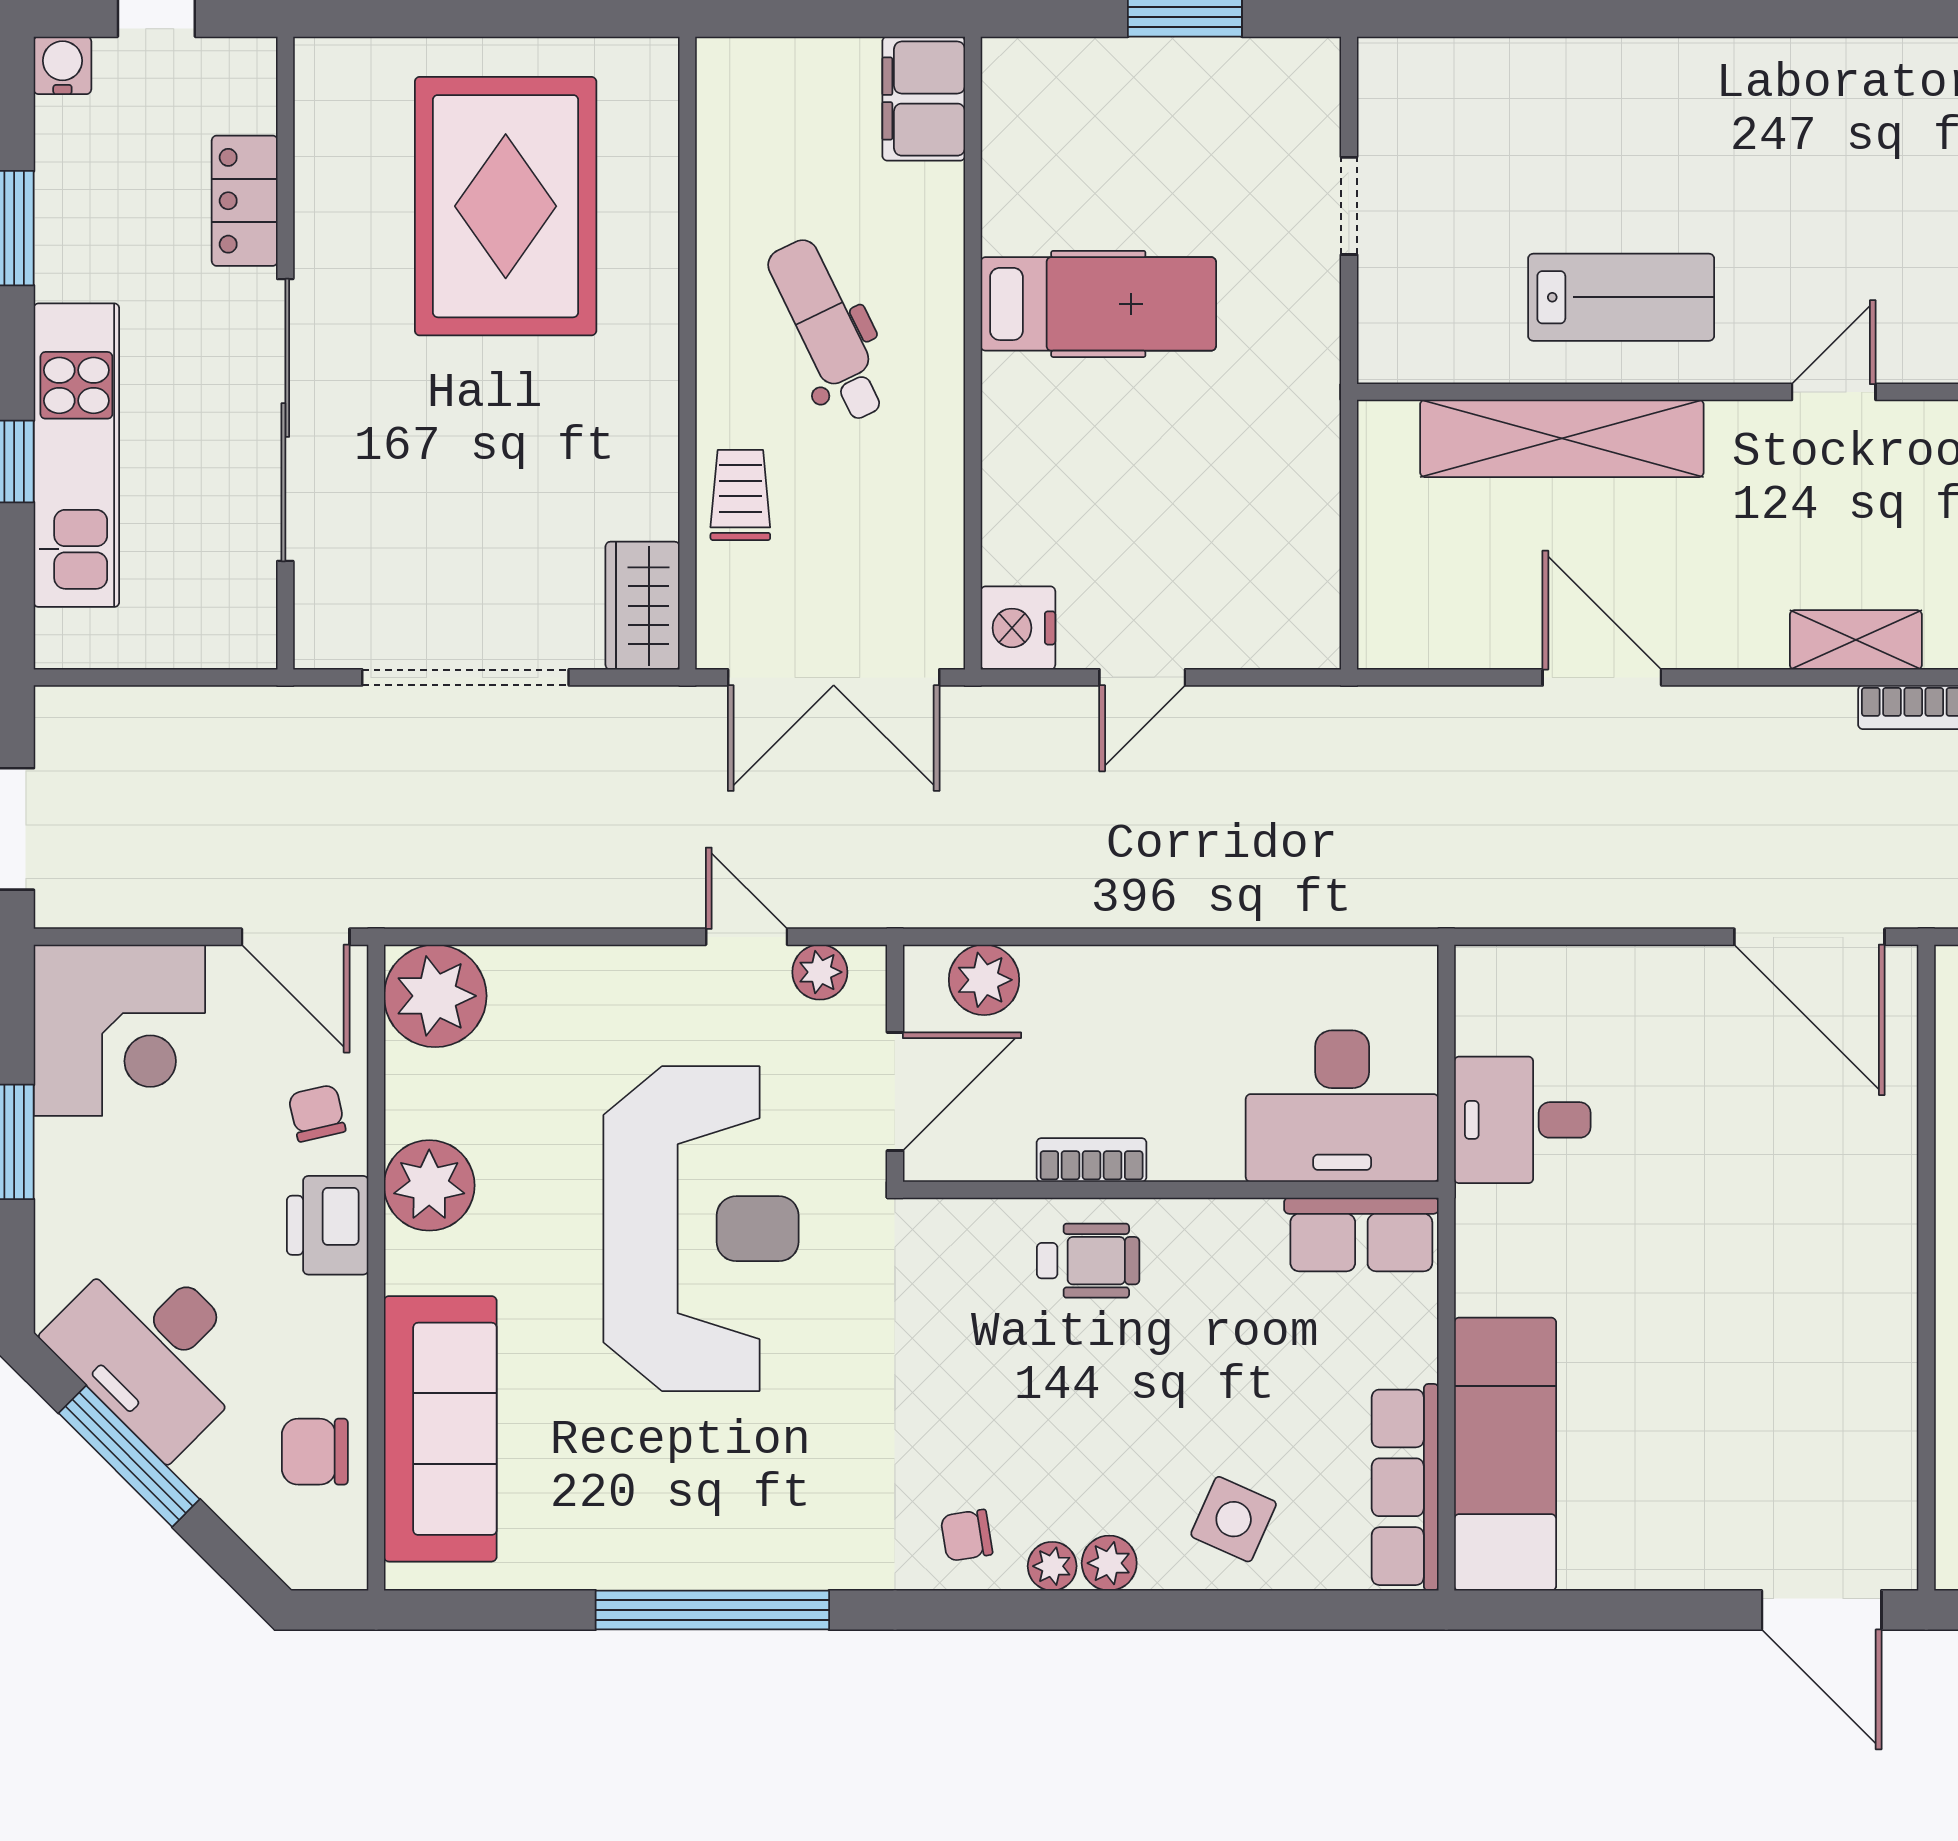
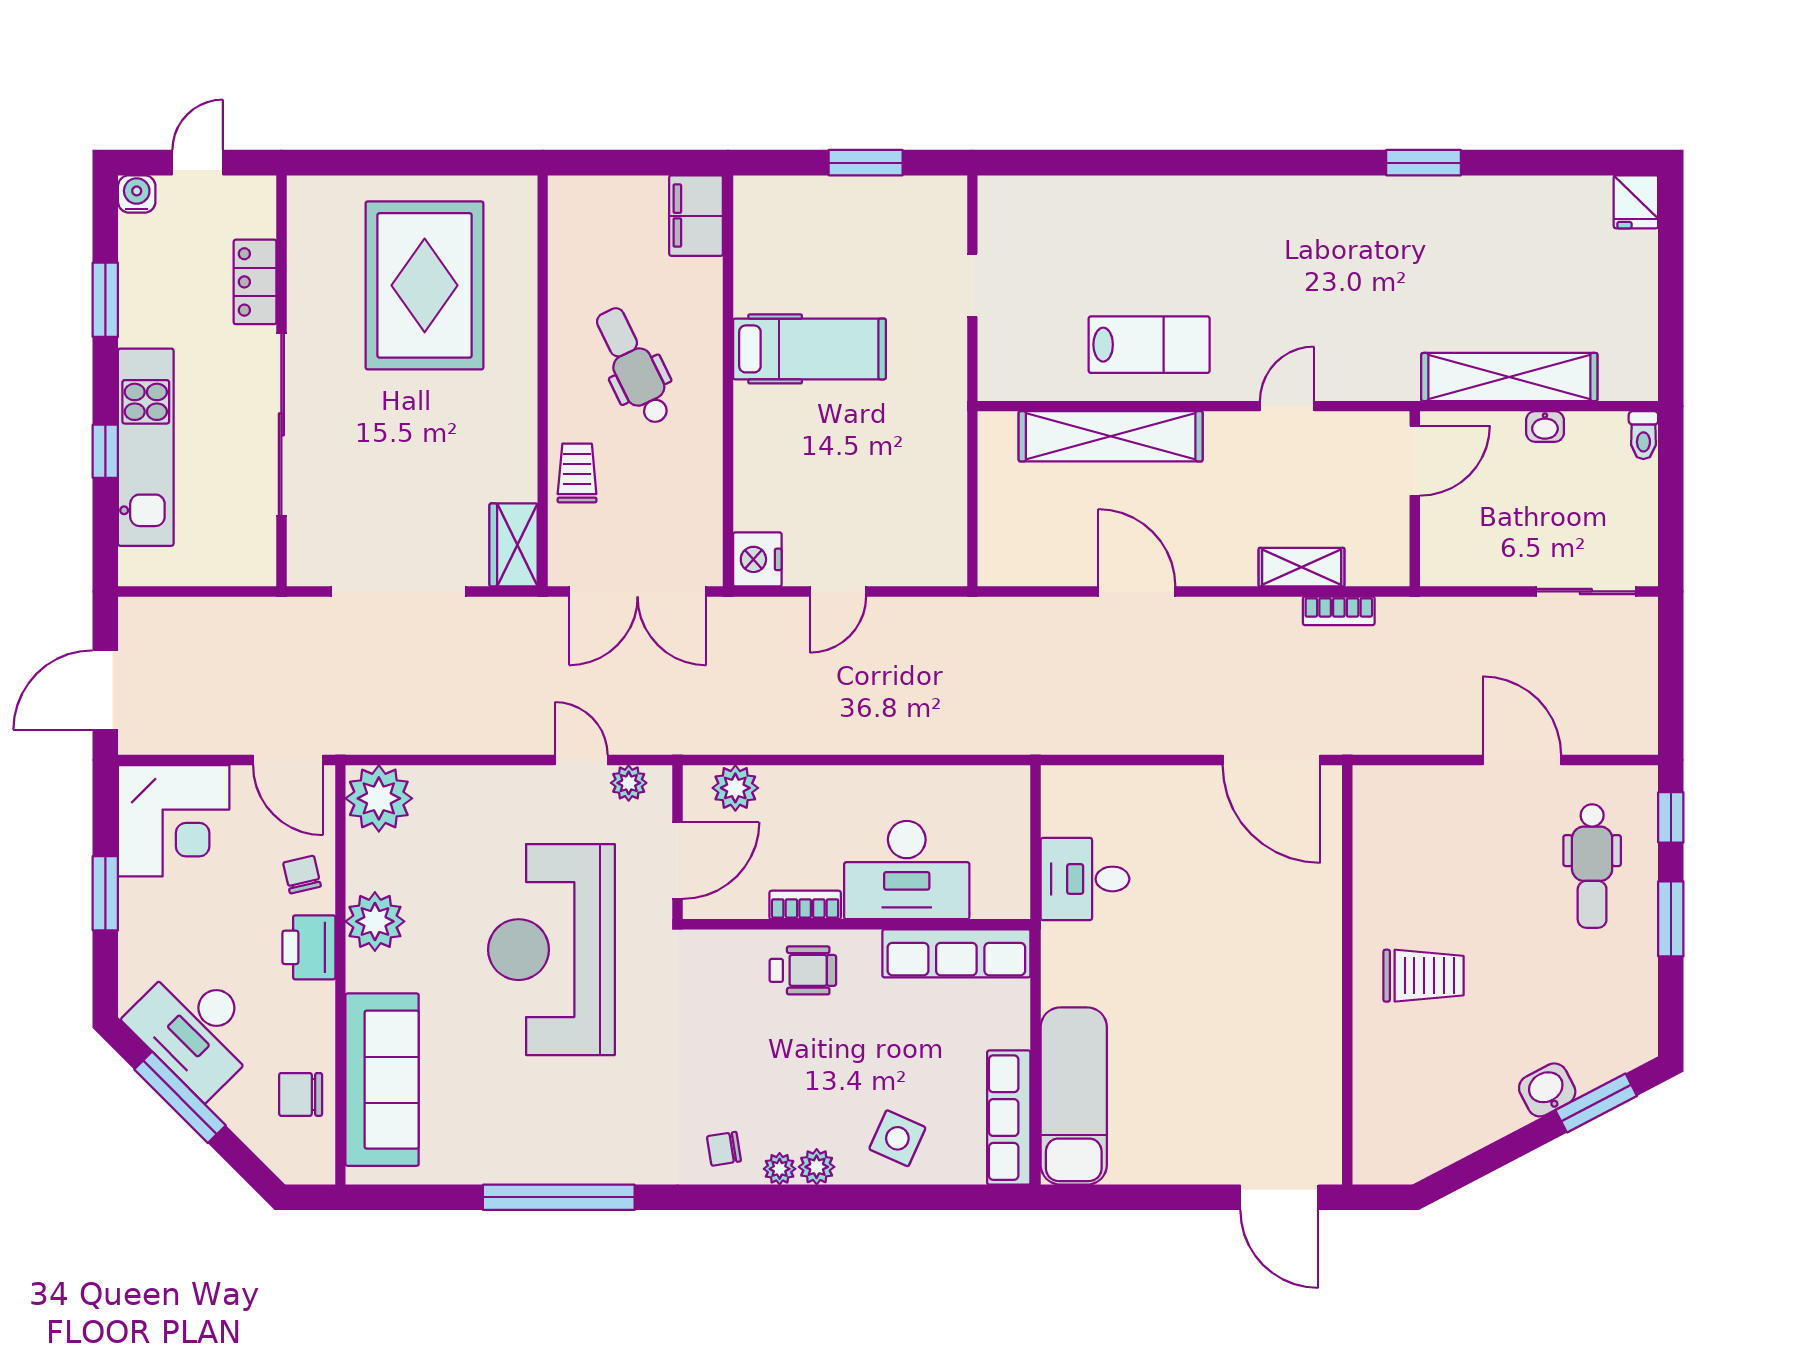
desk: (1342, 1106) -> (907, 870), moved
reception desk: (701, 1229) -> (551, 950), turned 180
row of seats: (1361, 1234) -> (956, 953), width x1.48

